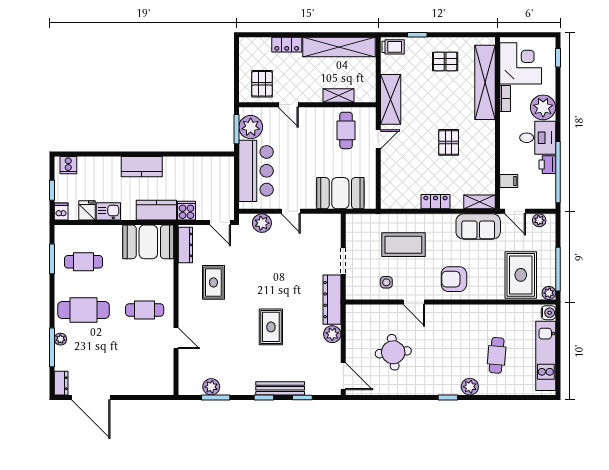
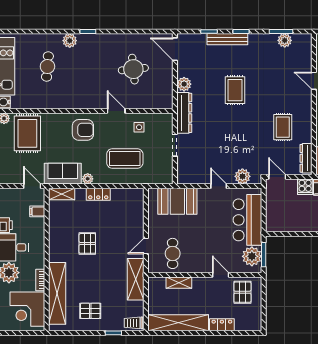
plant: (539, 220) -> (88, 179), moved

